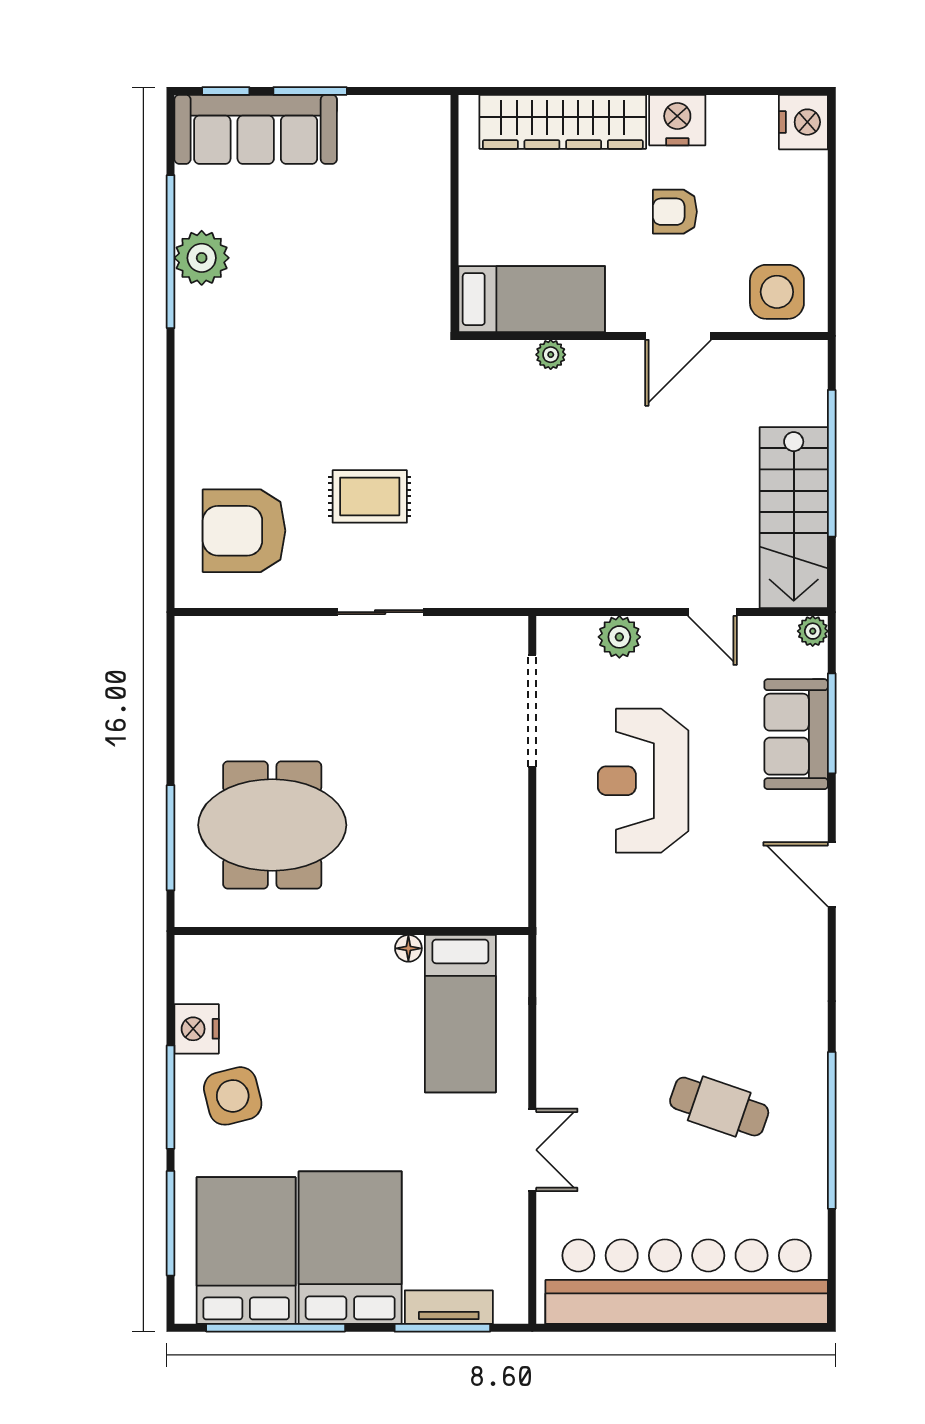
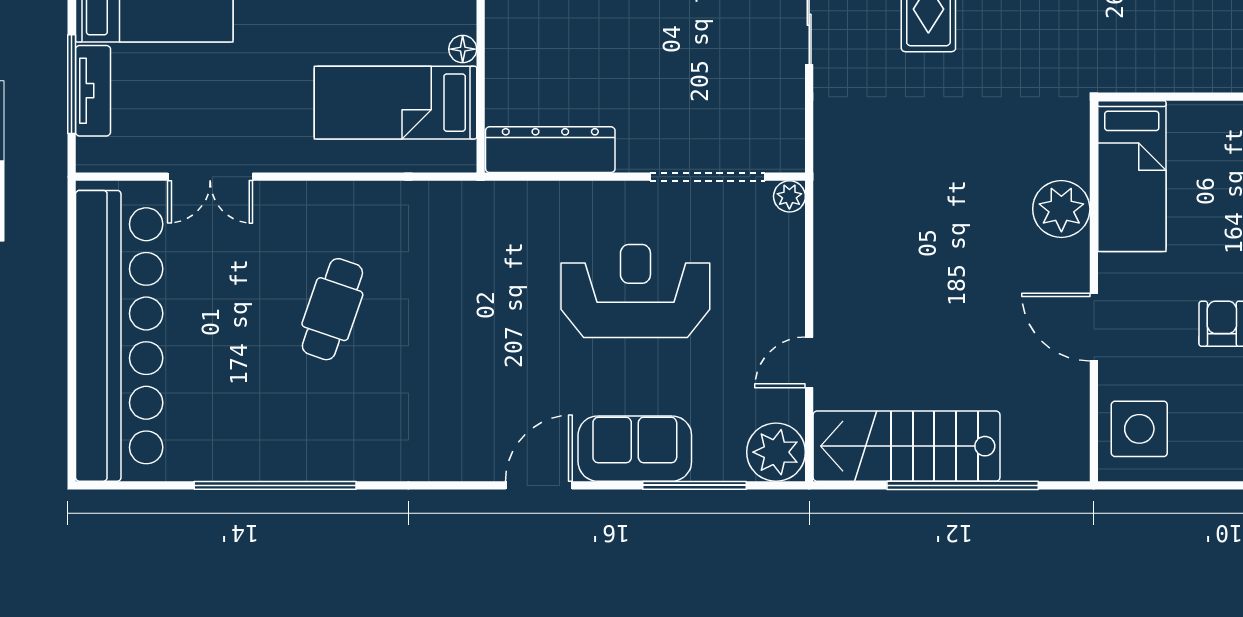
plant: (551, 355) -> (1061, 209), width x1.87, depth x1.87
plant: (813, 631) -> (776, 452), width x1.88, depth x1.88
plant: (619, 637) -> (789, 196), moved, width x0.73, depth x0.73
sofa: (796, 734) -> (635, 449), moved
dresser: (506, 863) -> (550, 150), added
cafe table: (719, 1107) -> (332, 309), moved
double door: (532, 1150) -> (210, 177), moved

